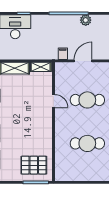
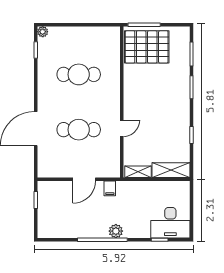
plant: (86, 20) -> (116, 231), moved
door: (53, 101) -> (122, 128), swing flipped
pallet: (34, 165) -> (147, 47), width x1.37, depth x1.41

